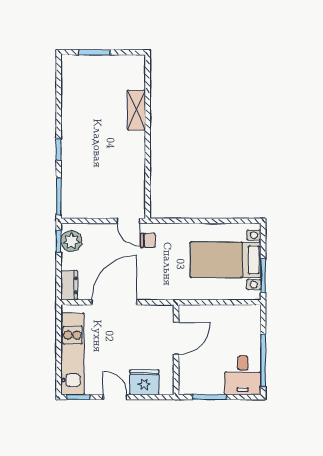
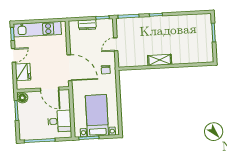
shelving: (136, 110) -> (160, 60), moved
door: (128, 221) -> (116, 44), moved
plant: (71, 241) -> (103, 25), removed
dresser: (69, 285) -> (87, 25), moved
door: (114, 302) -> (69, 68), moved
desk: (243, 375) -> (60, 121), moved, turned 180
floor lamp: (188, 386) -> (22, 98), added

